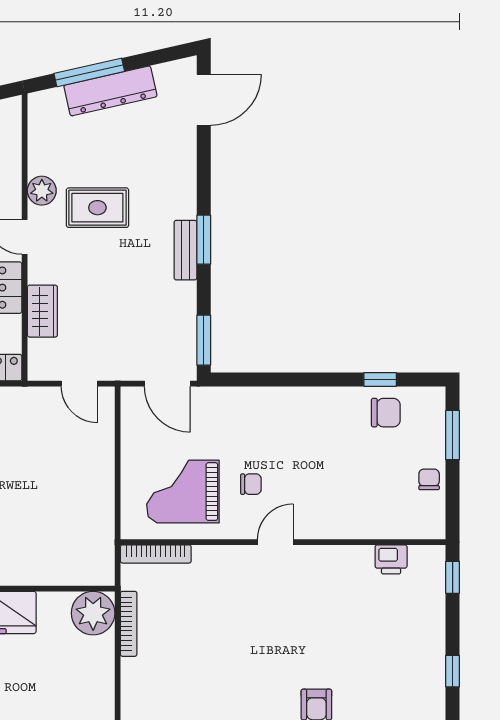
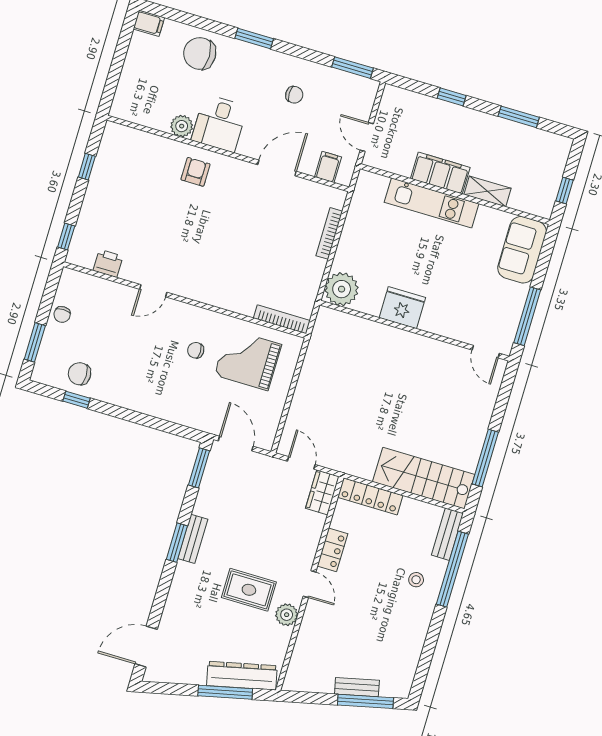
dresser: (110, 91) -> (242, 676), moved
wardrobe: (42, 311) -> (322, 492), moved
grand piano: (183, 492) -> (248, 360), turned 180
door: (275, 542) -> (153, 291), moved
bookcase: (129, 624) -> (329, 233), moved

